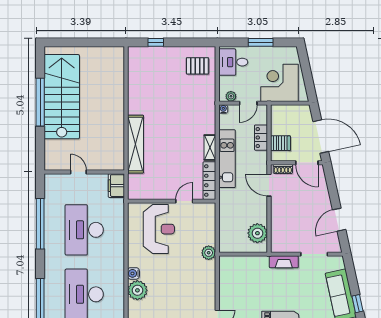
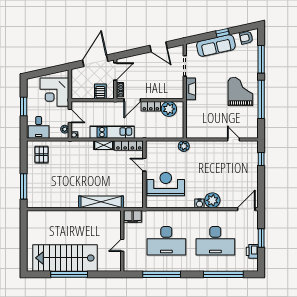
window: (156, 42) -> (24, 186), width x2.17
locker: (261, 138) -> (151, 106), moved

